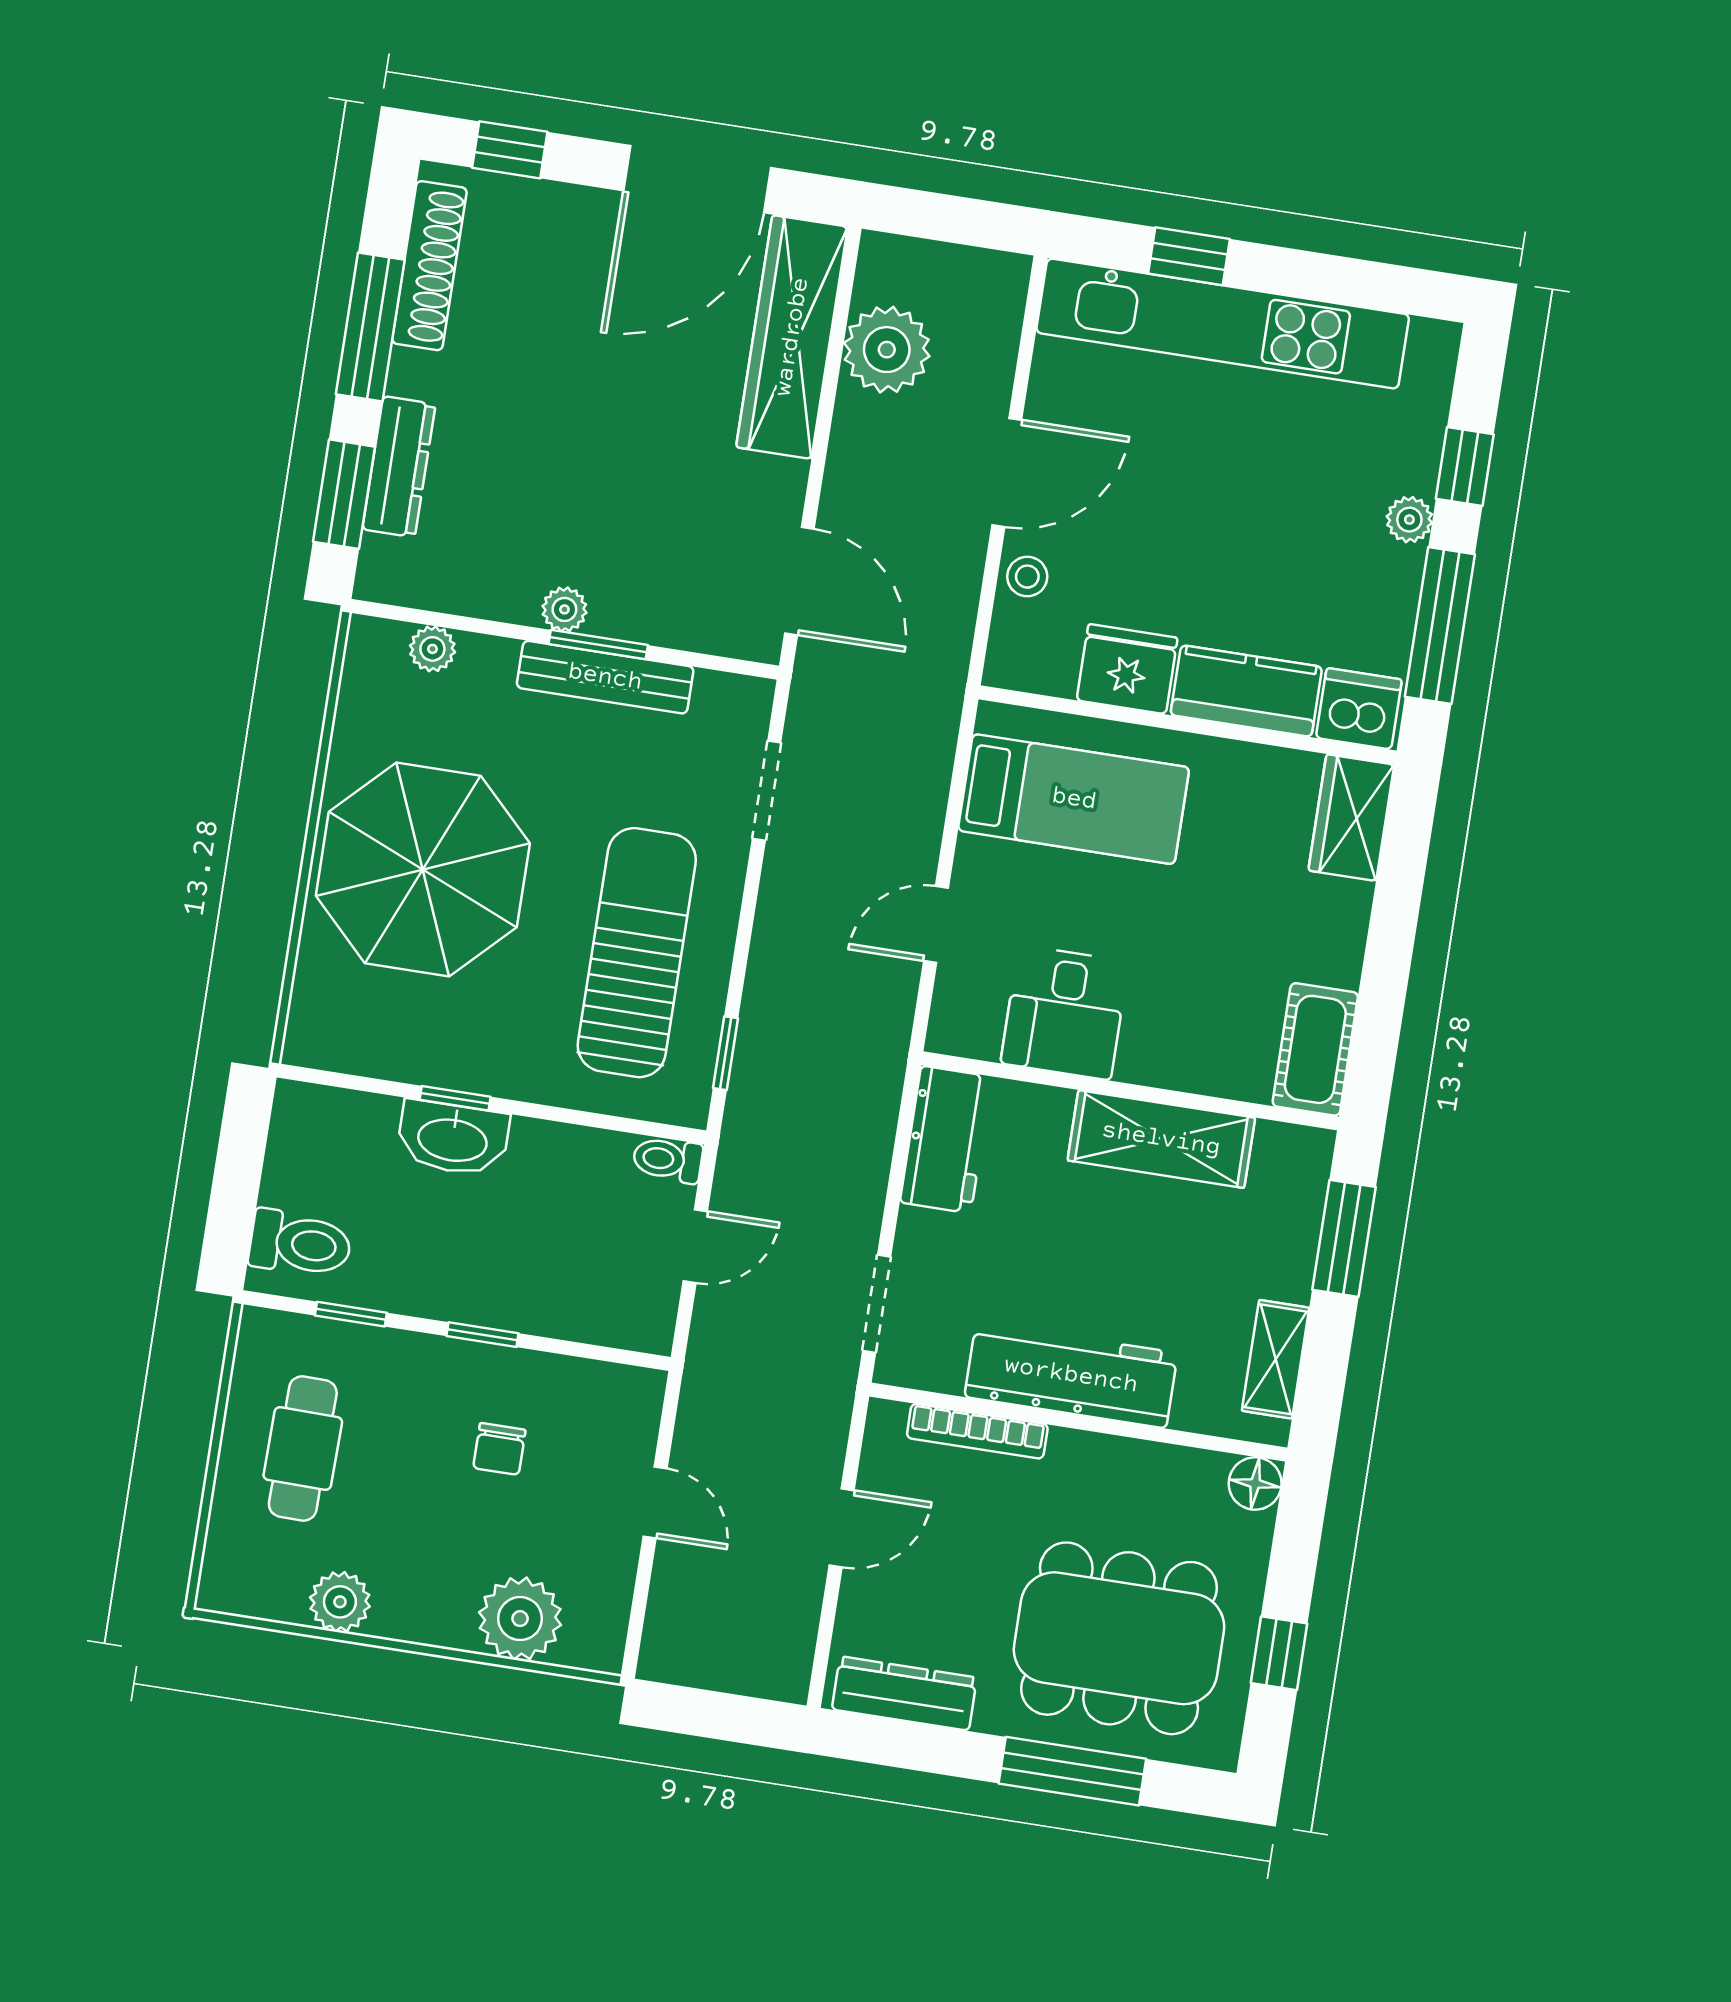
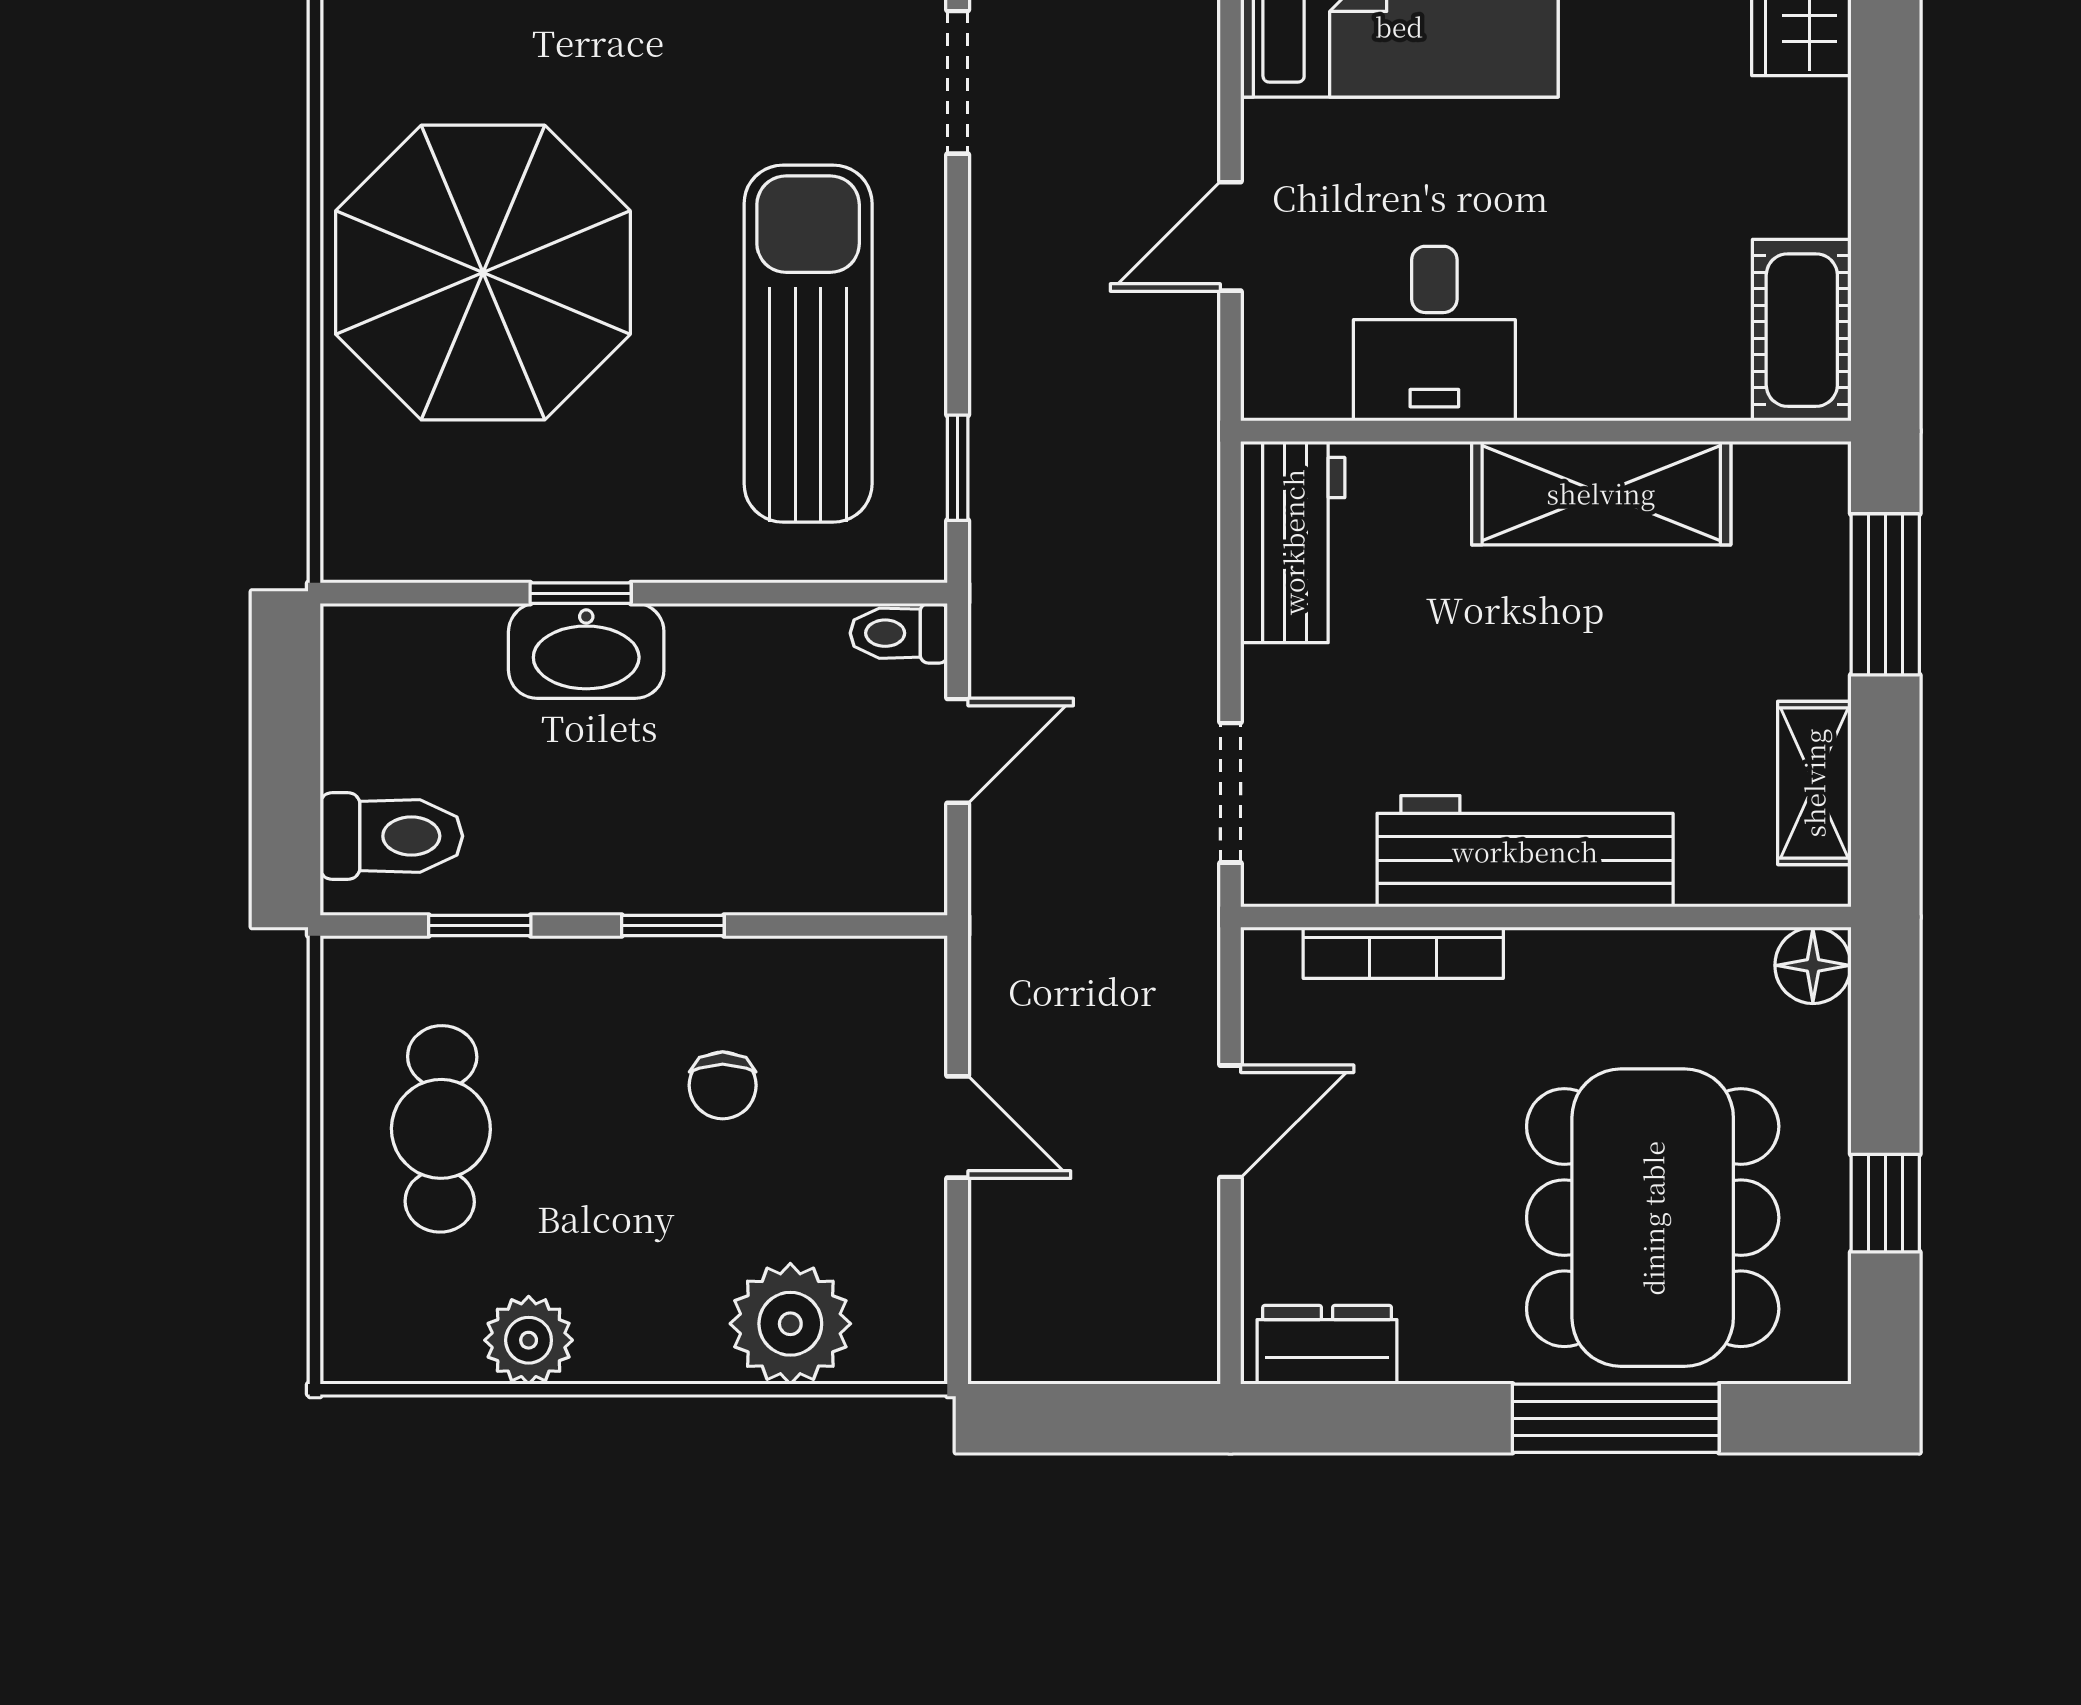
dining table: (1119, 1638) -> (1653, 1218), turned 90
dresser: (904, 1693) -> (1327, 1345), width x0.70

